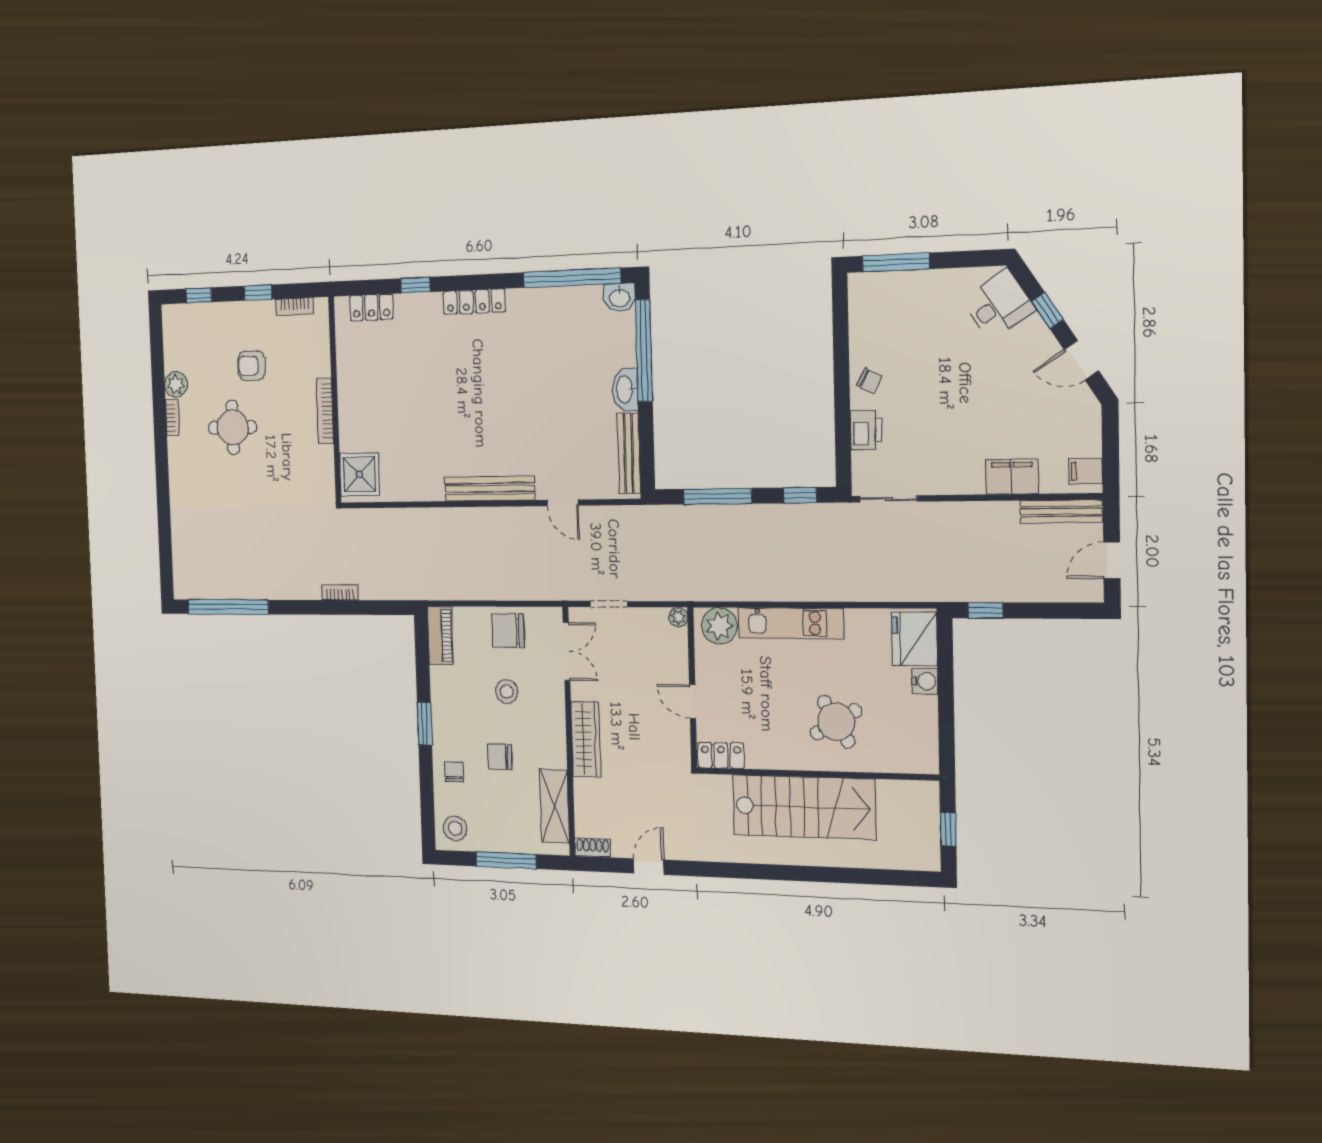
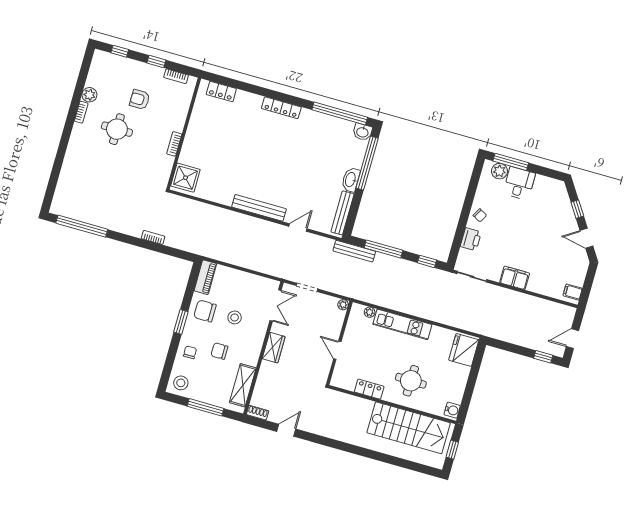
window: (416, 285) -> (251, 88), removed
plant: (880, 287) -> (499, 171), added
desk: (999, 305) -> (519, 183), moved, turned -57
bookcase: (325, 411) -> (174, 144), width x0.64
filing cabinet: (1012, 477) -> (515, 278), moved
door: (563, 503) -> (298, 227), swing flipped
bench: (1061, 511) -> (354, 251), moved
window: (986, 610) -> (543, 357), moved
plant: (719, 626) -> (370, 312), width x0.53, depth x0.53
chair: (508, 631) -> (205, 311), moved
water cooler: (925, 681) -> (452, 410), moved
round table: (836, 722) -> (411, 381), turned 32
wardrobe: (586, 739) -> (274, 348), width x0.67
locker: (721, 755) -> (369, 389), moved
stairs: (804, 807) -> (409, 428), moved

